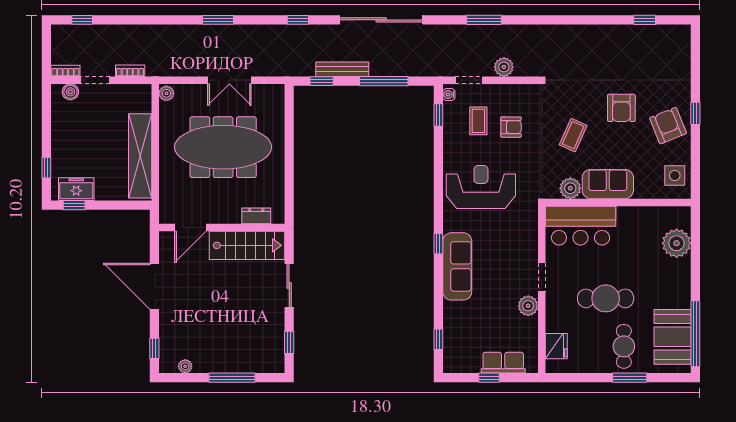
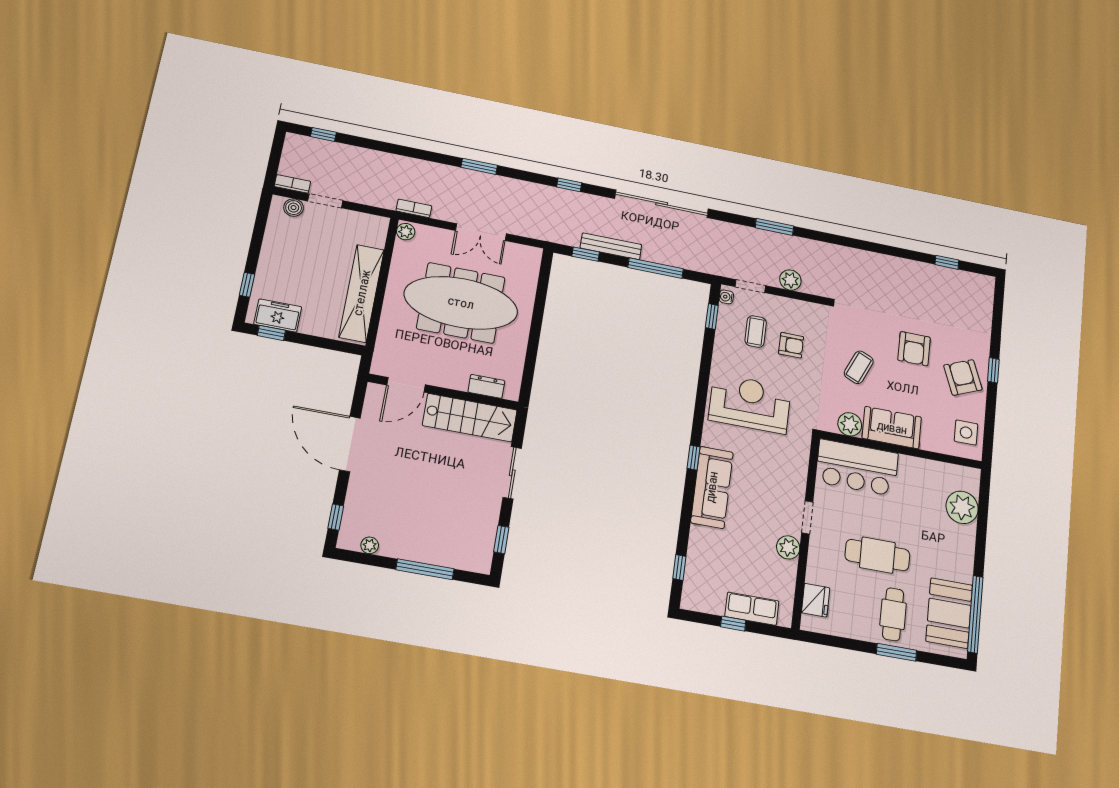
bookcase: (130, 71) -> (414, 208), moved

